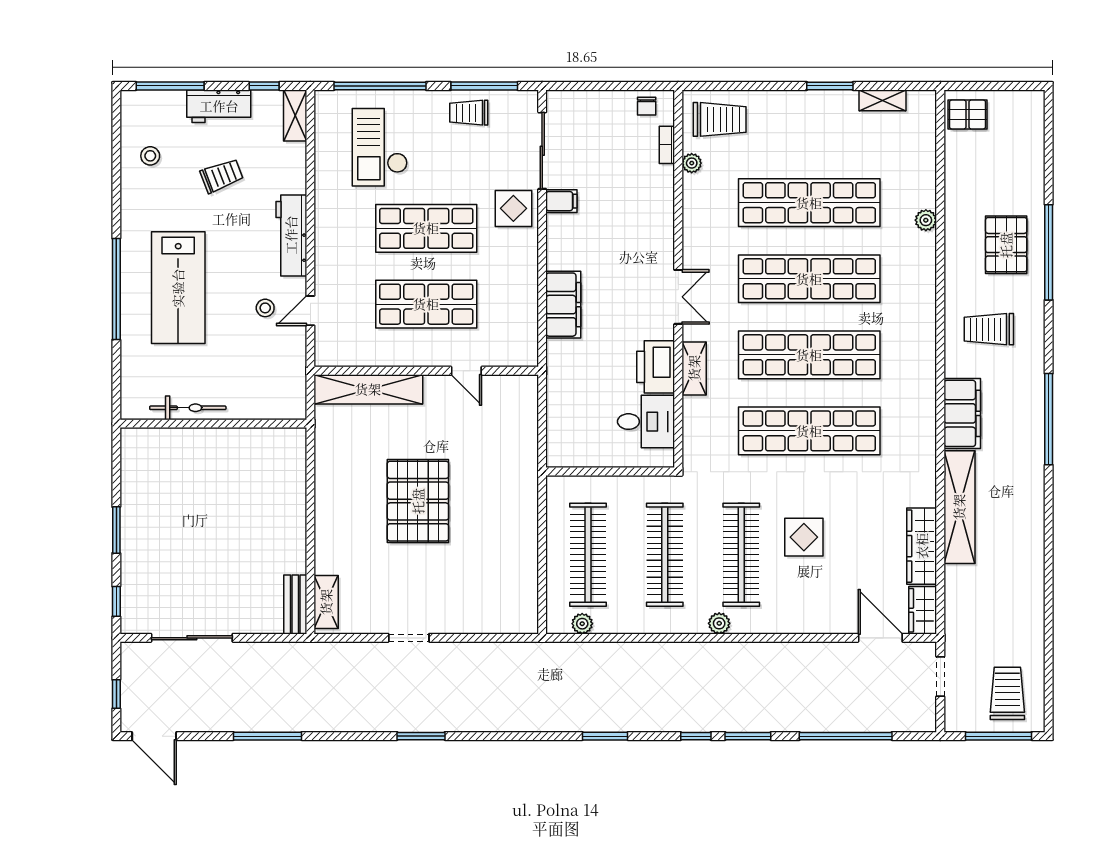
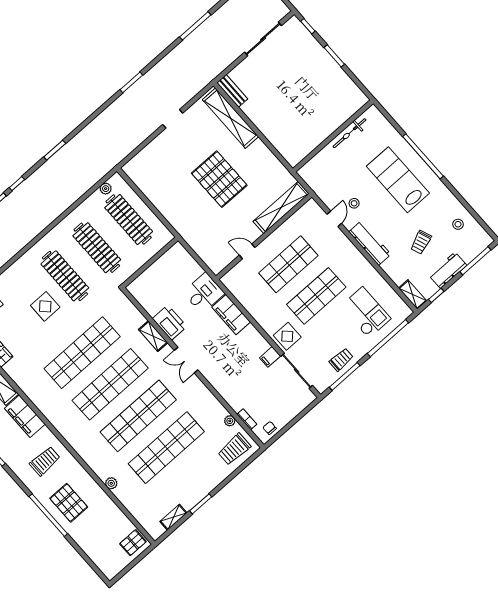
desk: (646, 422) -> (204, 293), moved, turned 180
shelving: (326, 602) -> (230, 118), width x2.20, depth x1.33
plant: (719, 623) -> (49, 239), removed

